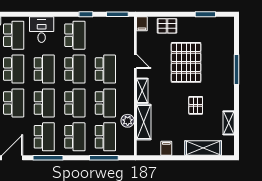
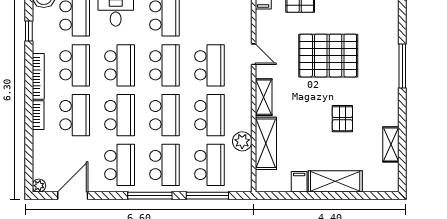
pallet: (186, 62) -> (328, 56), turned 90
shelving: (203, 148) -> (335, 181), moved
window: (48, 158) -> (150, 196), moved

